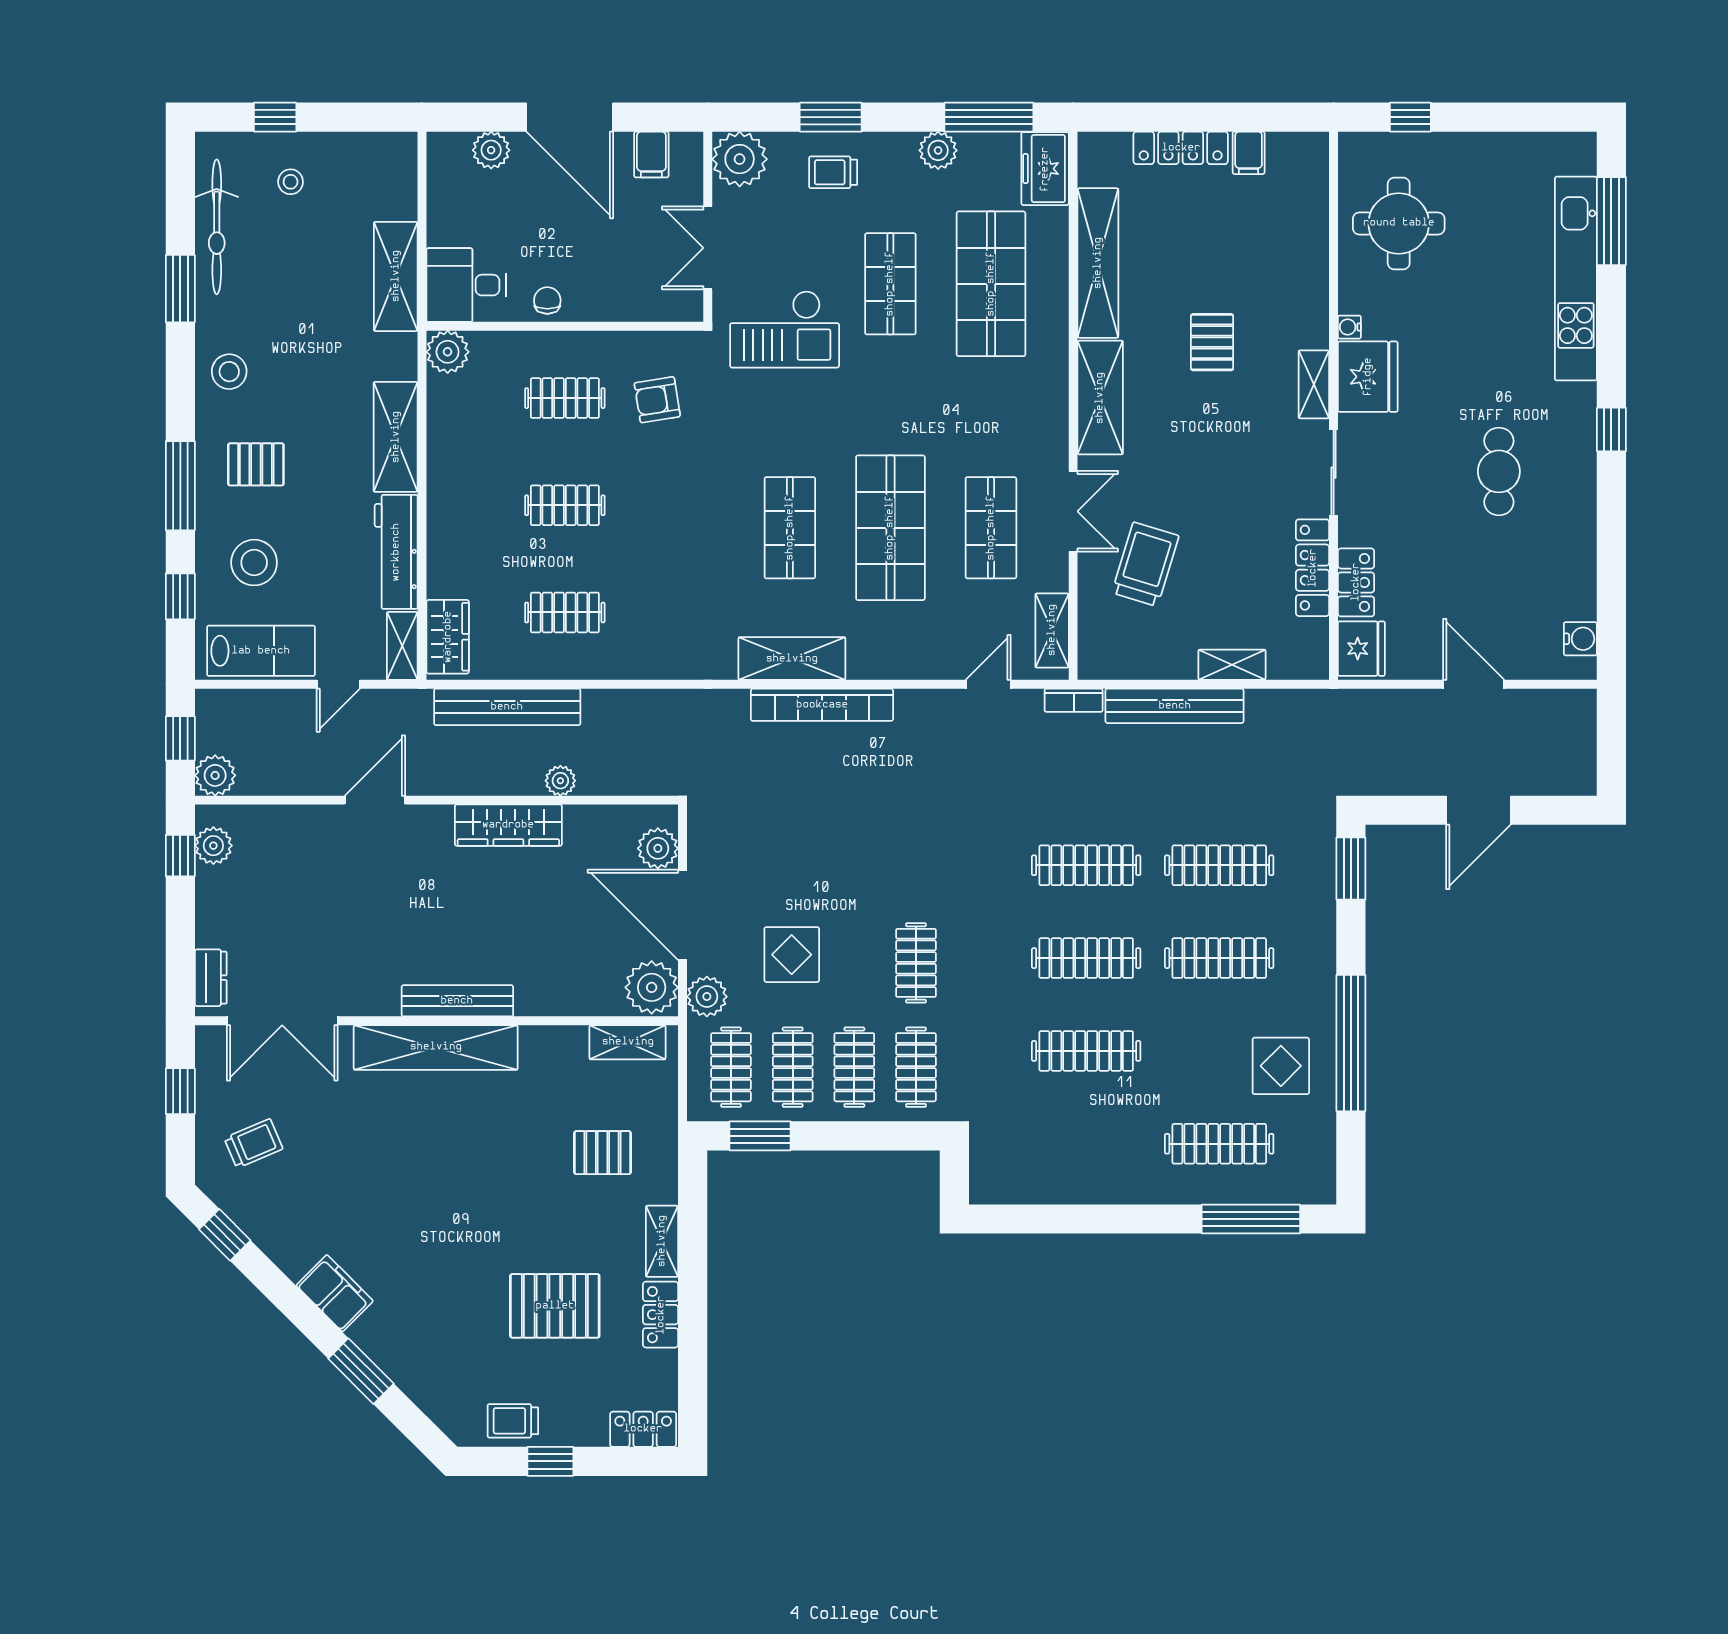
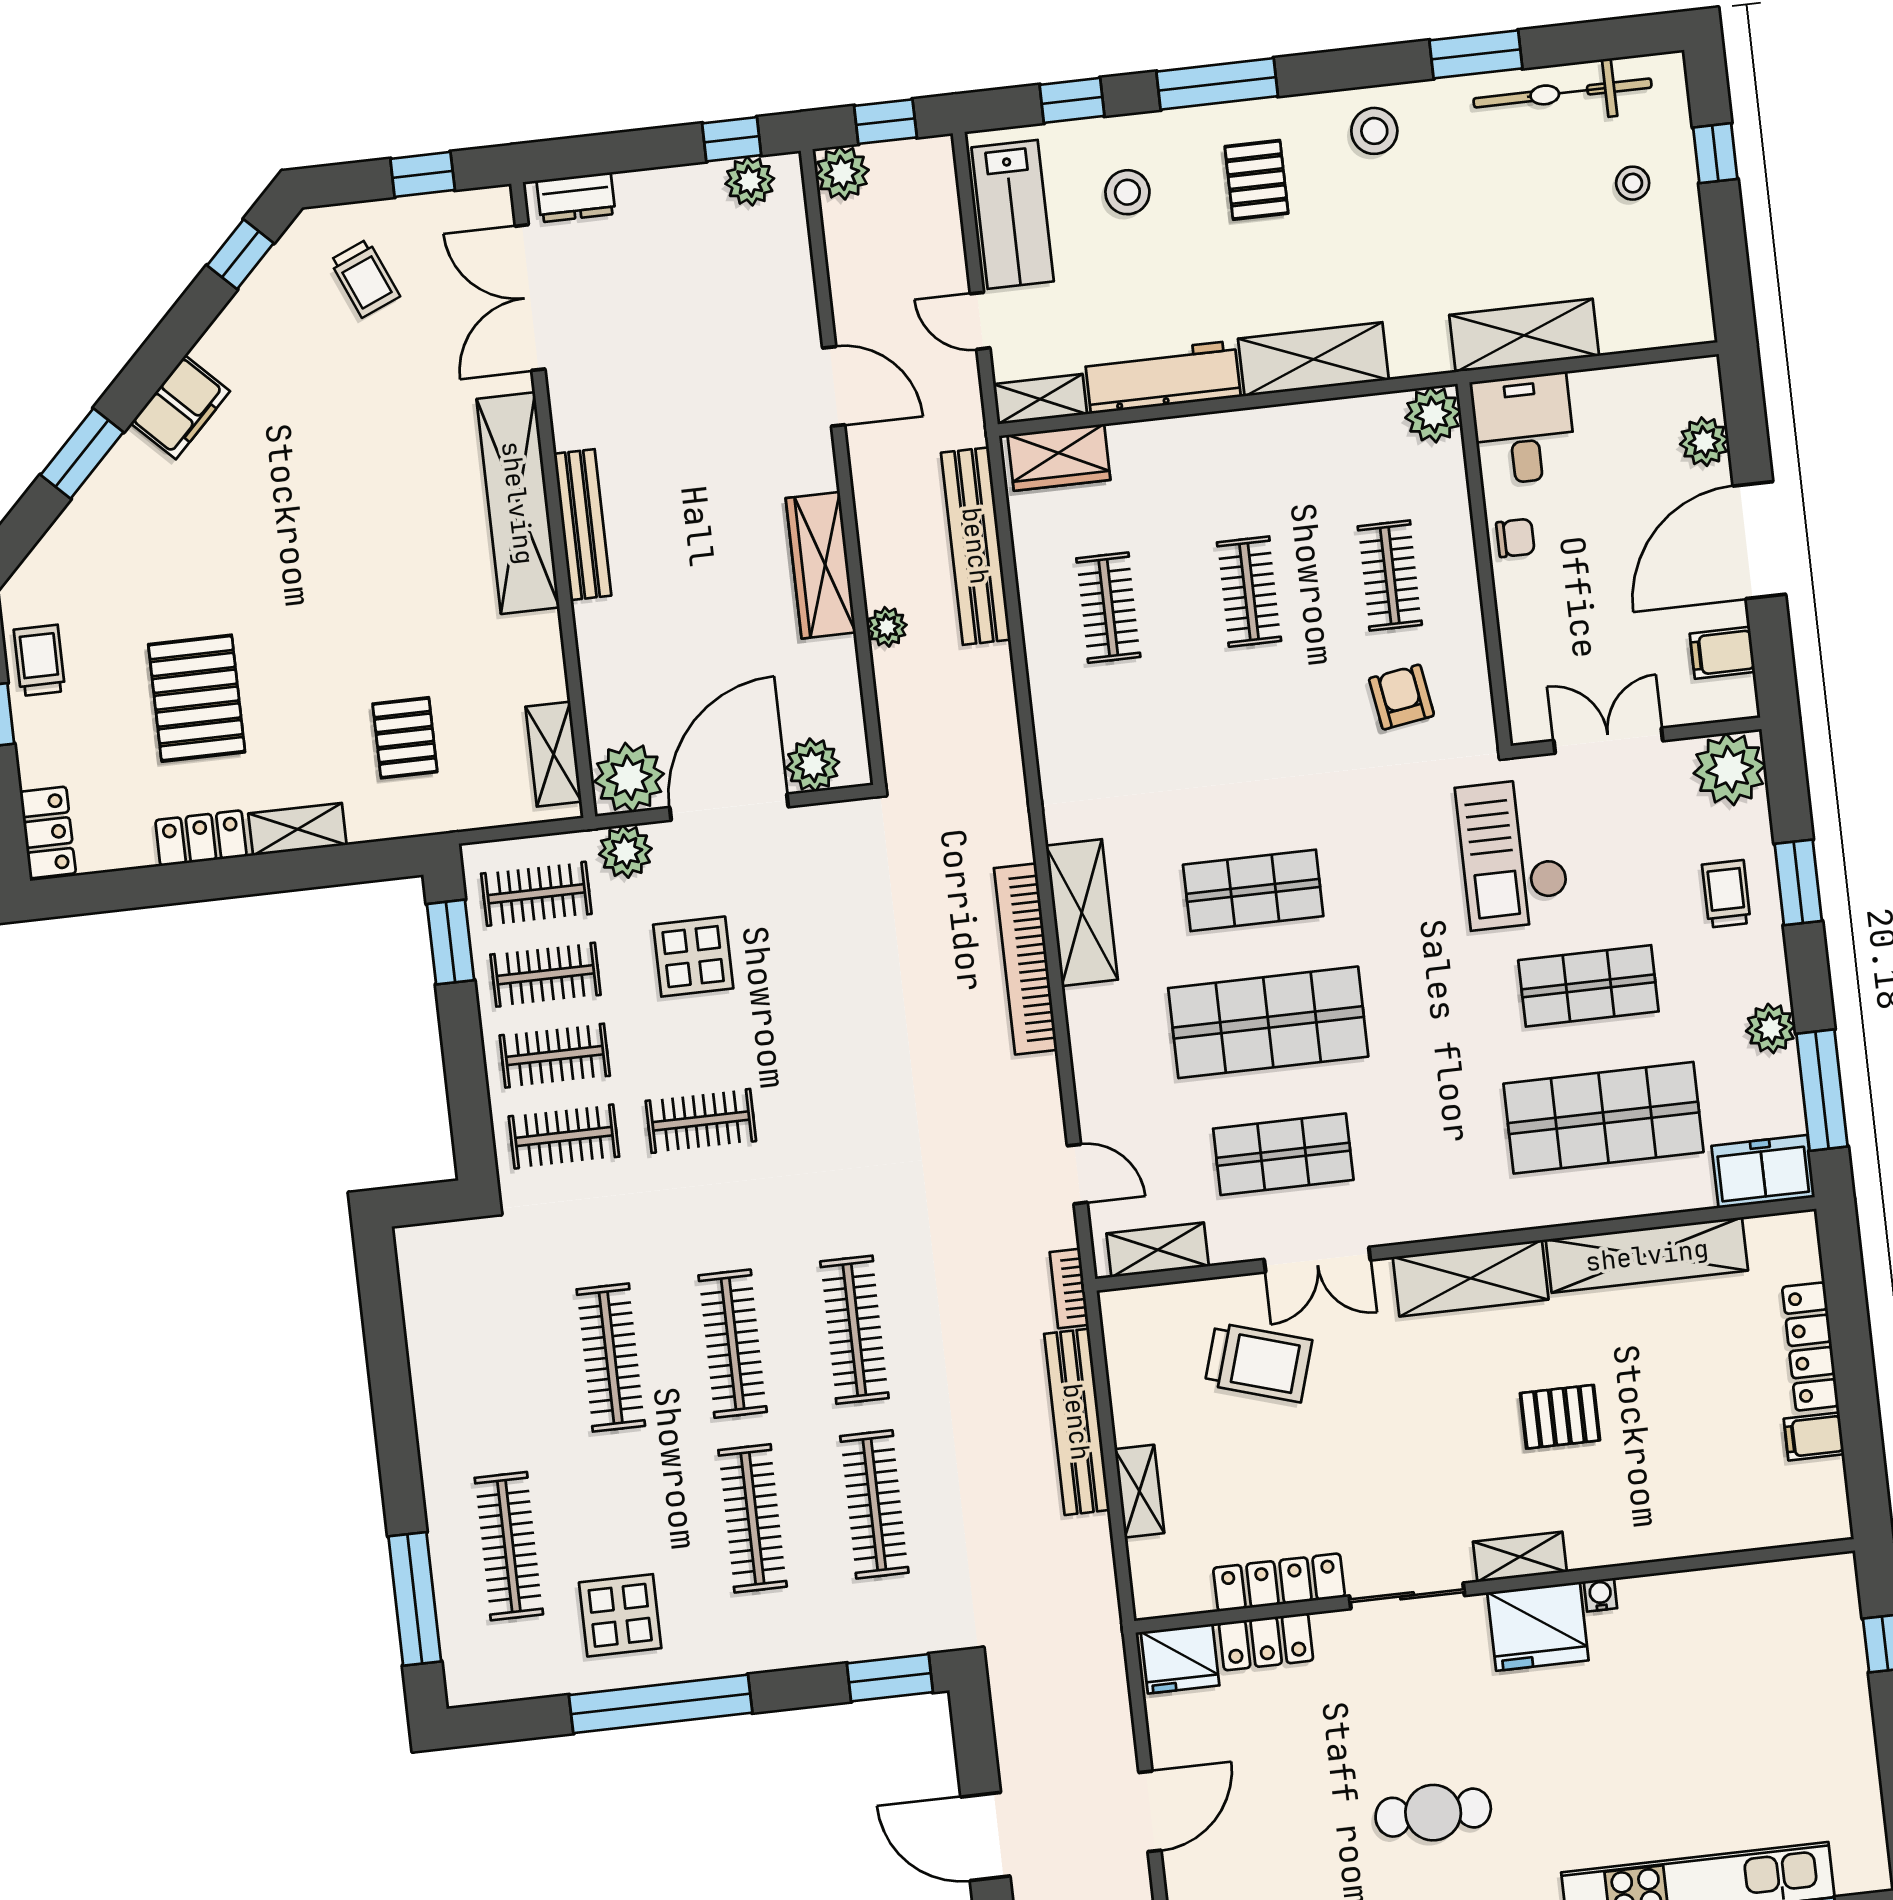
round table: (1399, 223) -> (1744, 1644), removed
stool: (254, 563) -> (1127, 192), width x0.73, depth x0.73

